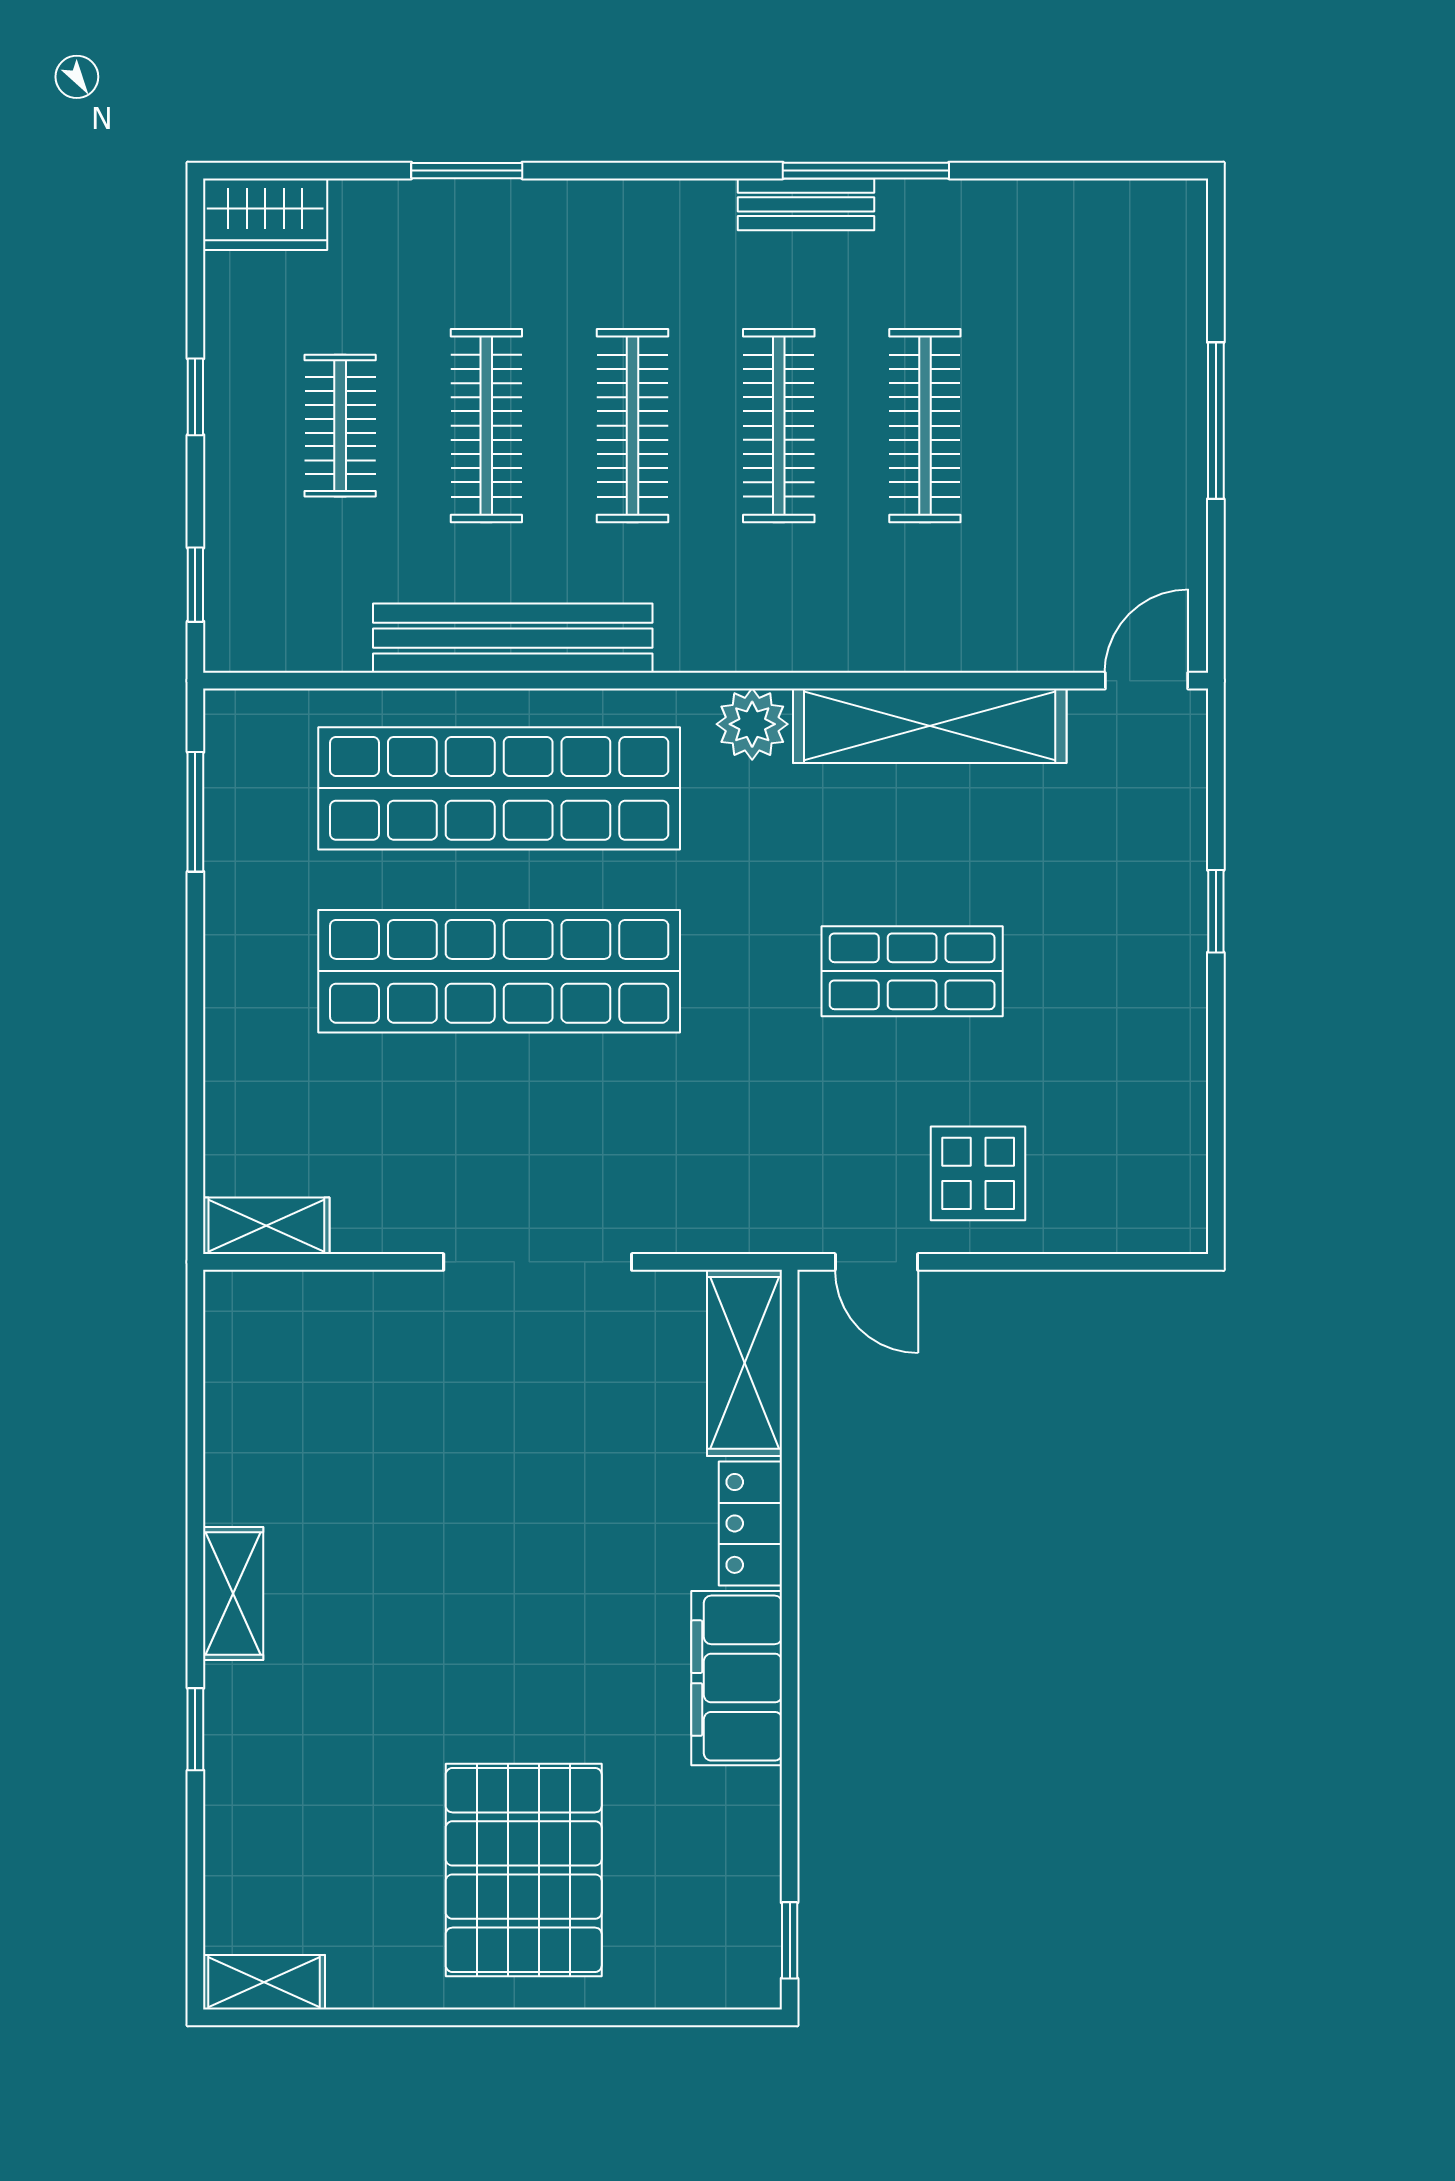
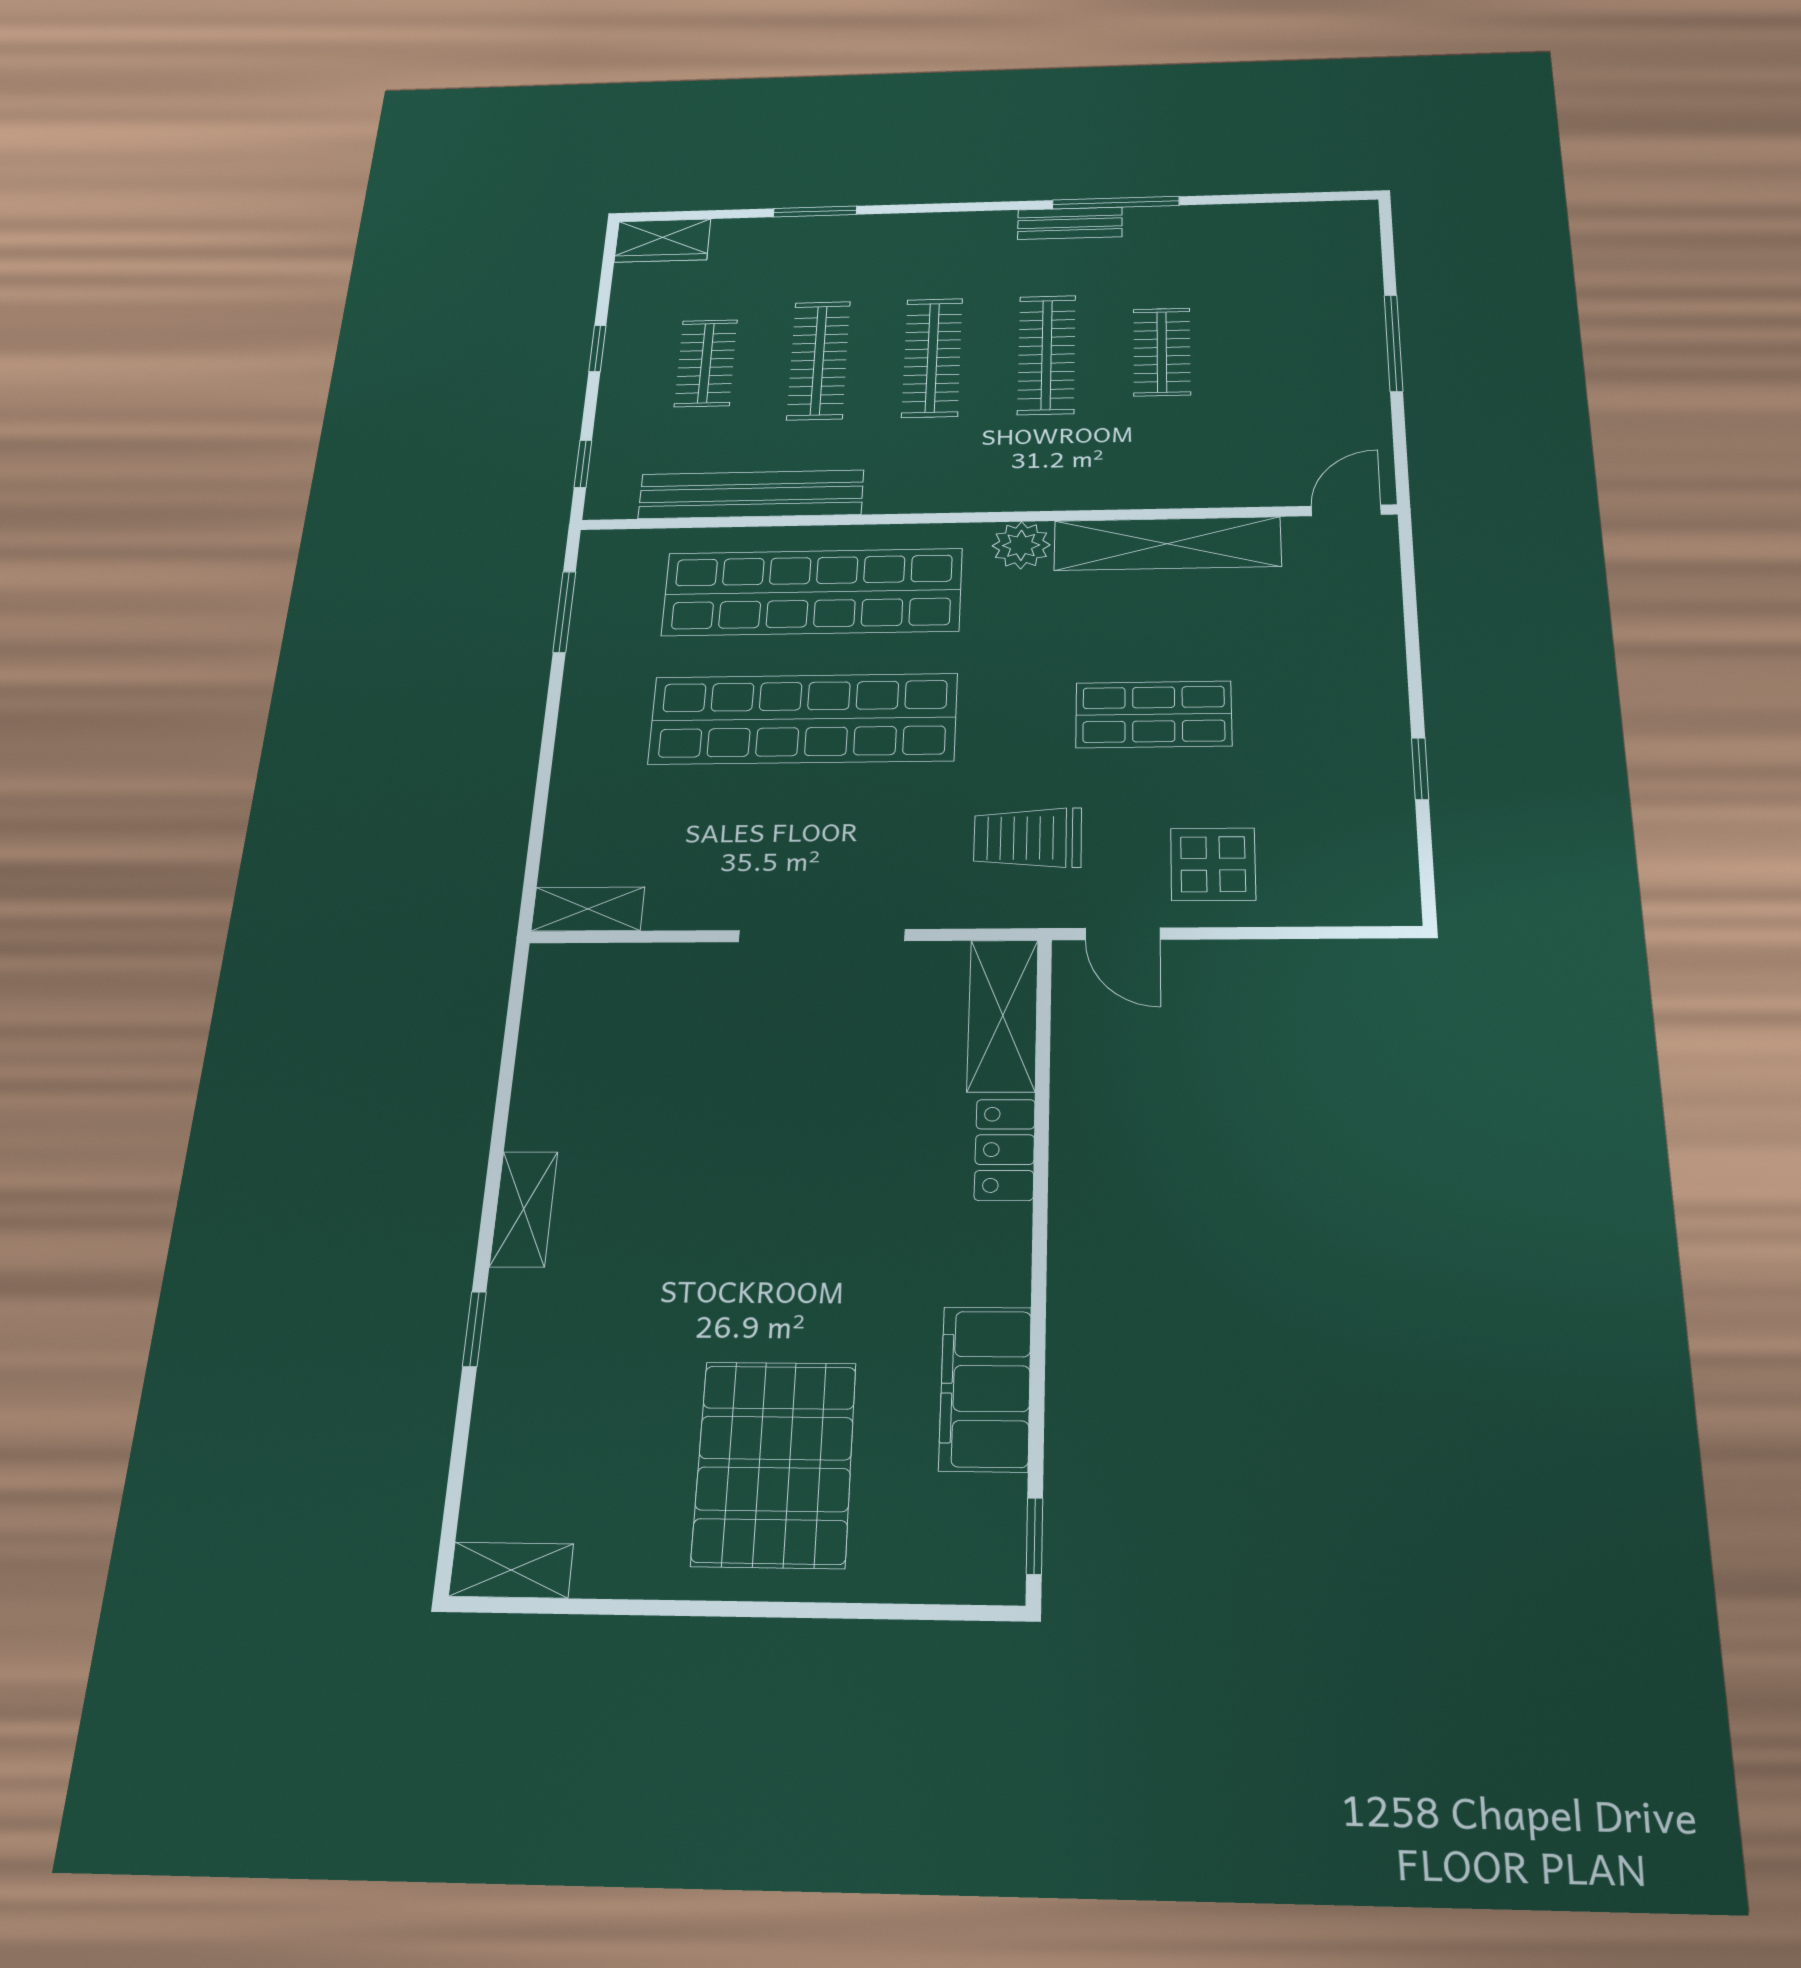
clothes rail: (925, 426) -> (1162, 352), width x0.73
bench: (513, 638) -> (751, 494), moved
window: (1216, 911) -> (1420, 769), moved
trolley: (768, 1137) -> (1028, 838), added
filing cabinet: (737, 1678) -> (985, 1388), moved

